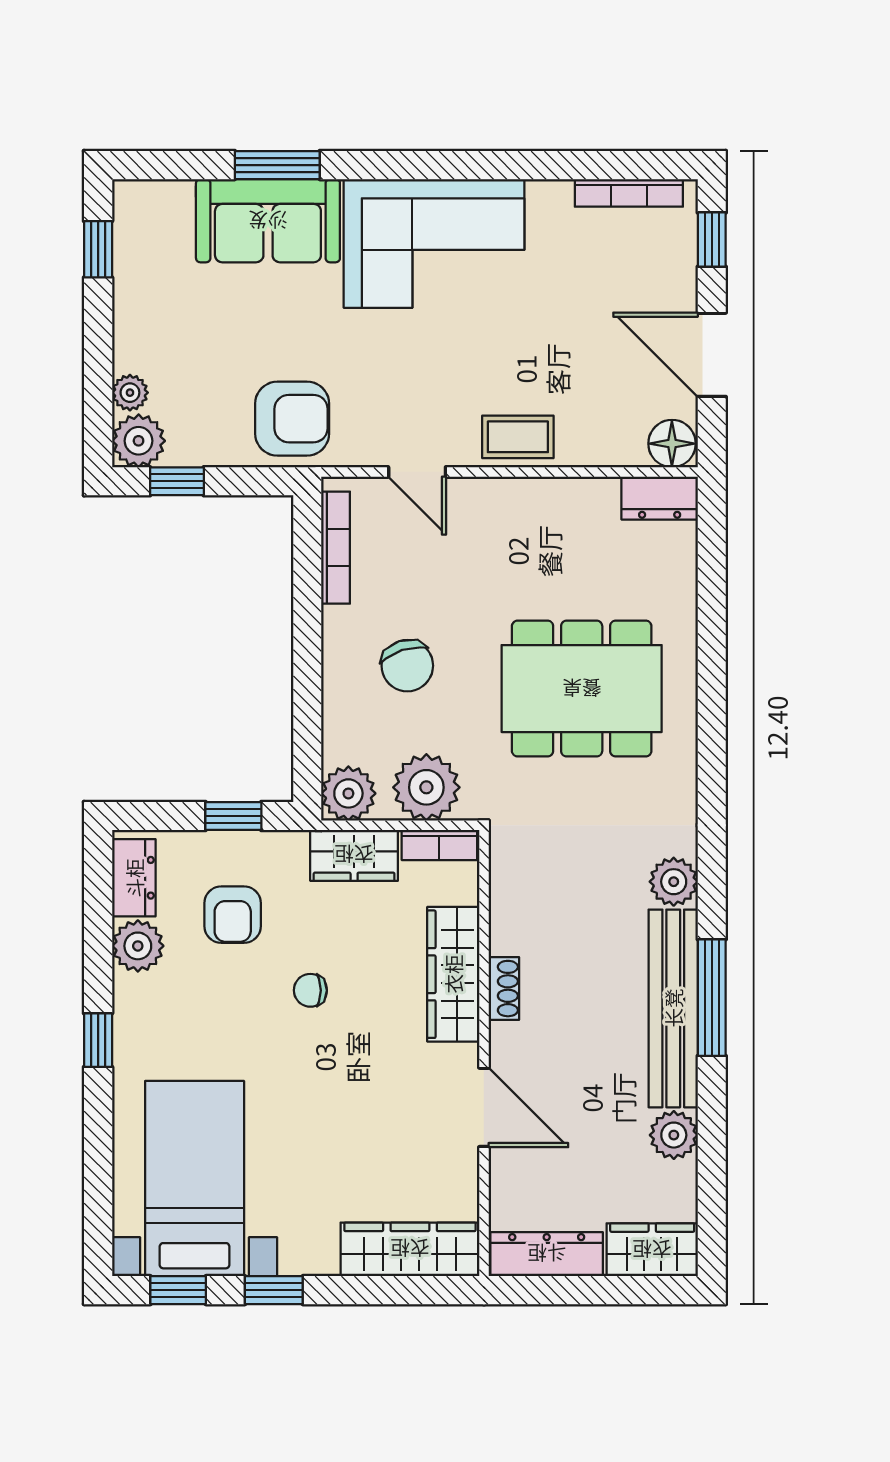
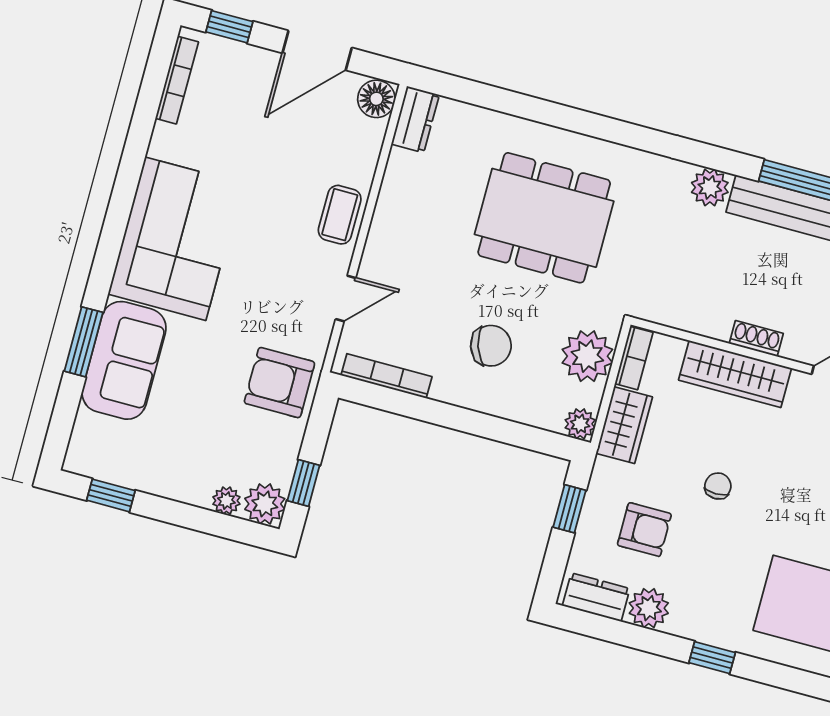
armchair: (292, 419) -> (279, 383), turned -90
dining table: (582, 689) -> (544, 218), turned 90
plant: (348, 793) -> (580, 424), width x0.73, depth x0.73
chair: (310, 990) -> (718, 486), turned 180

